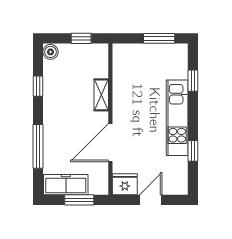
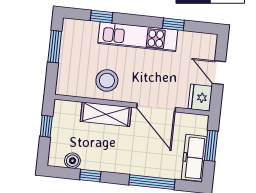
boiler: (51, 52) -> (72, 161), moved
stool: (132, 92) -> (107, 81), added
shelving: (101, 95) -> (106, 114), width x1.50, depth x1.33

